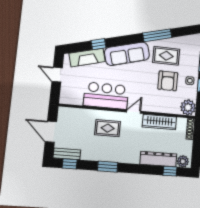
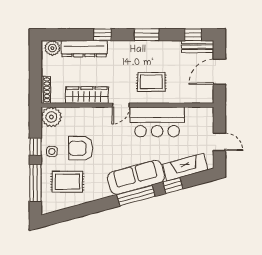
window: (157, 35) -> (136, 195), moved
rug: (166, 56) -> (67, 182), moved
armchair: (168, 81) -> (81, 148), turned -90
door: (51, 132) -> (219, 72), swing flipped
window: (170, 171) -> (103, 35), moved

